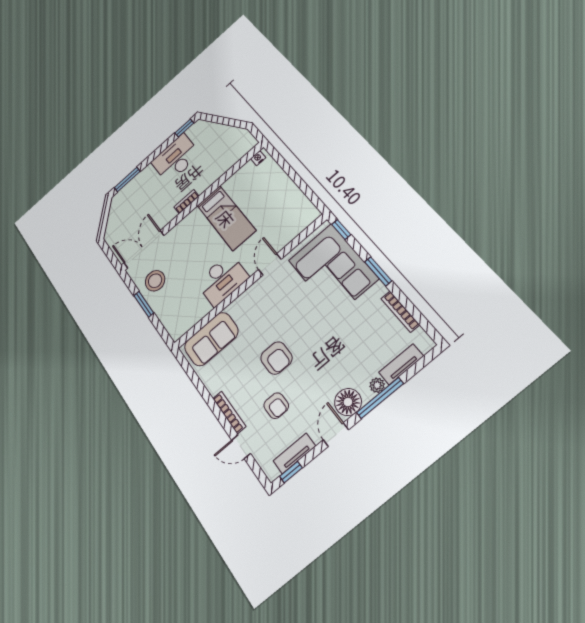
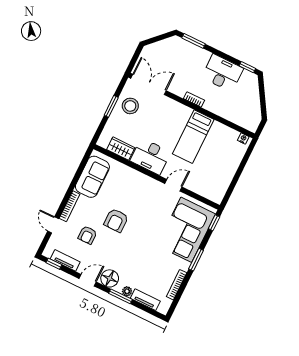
wardrobe: (195, 313) -> (121, 149), added
sofa: (211, 339) -> (92, 177), moved, turned -90
window: (380, 398) -> (120, 296), width x0.69

